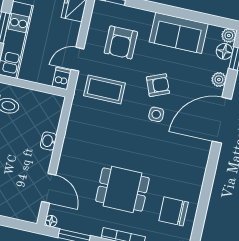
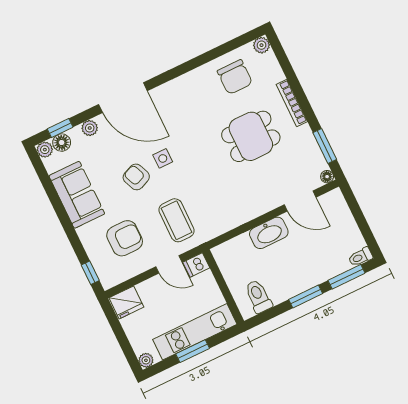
washbasin: (48, 141) -> (269, 233), width x1.91, depth x1.45
door: (49, 188) -> (300, 201), swing flipped
dining table: (122, 189) -> (251, 136), turned 90

